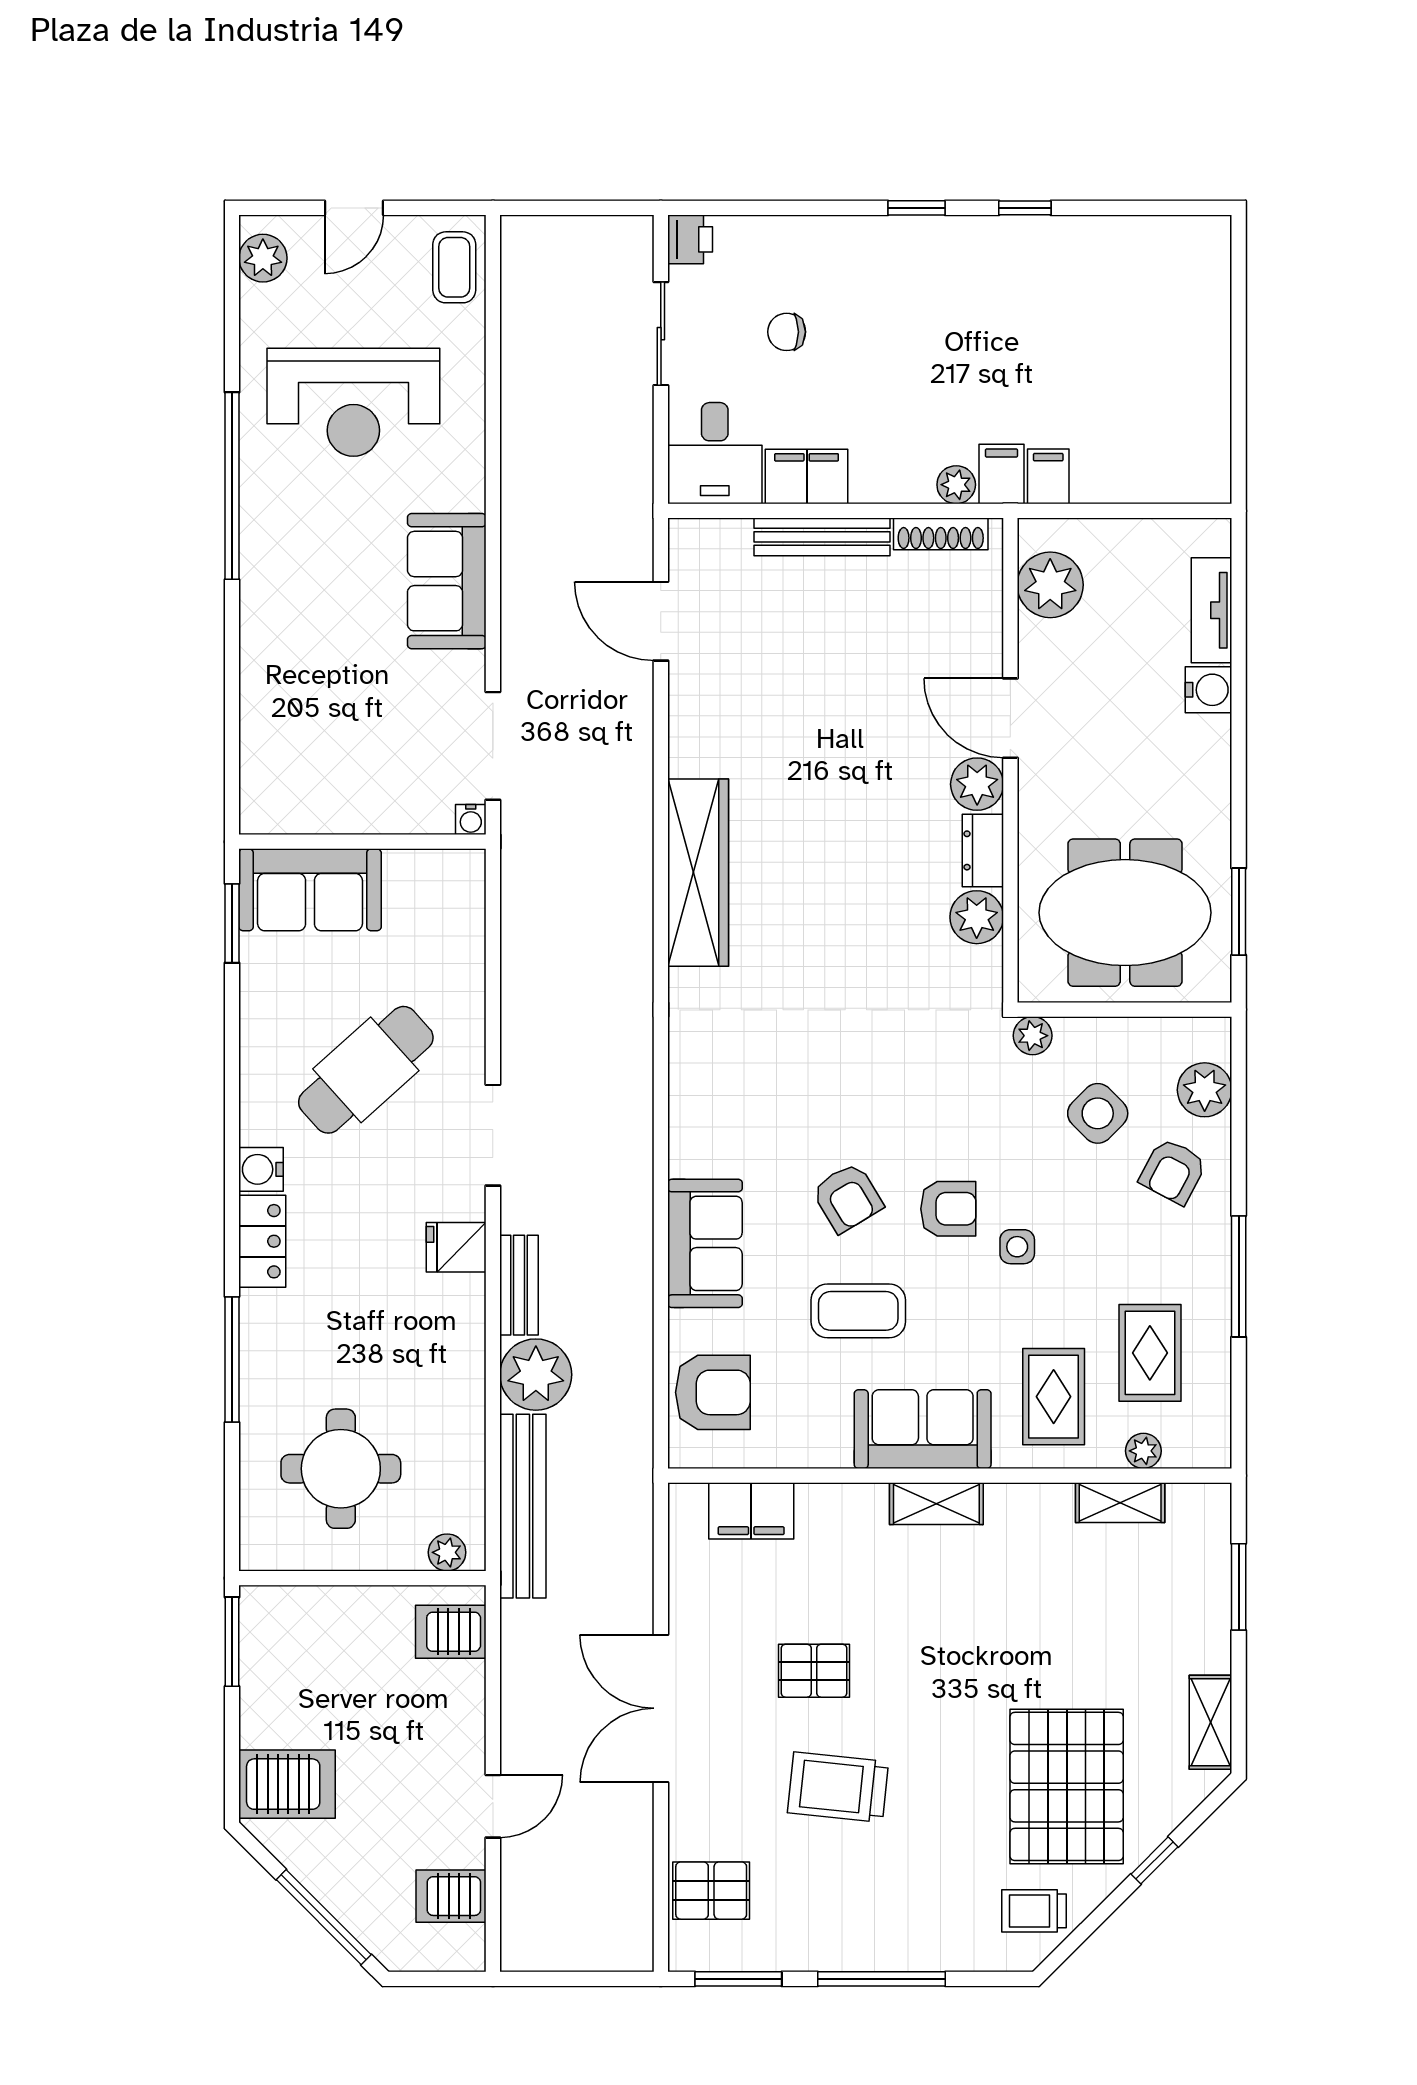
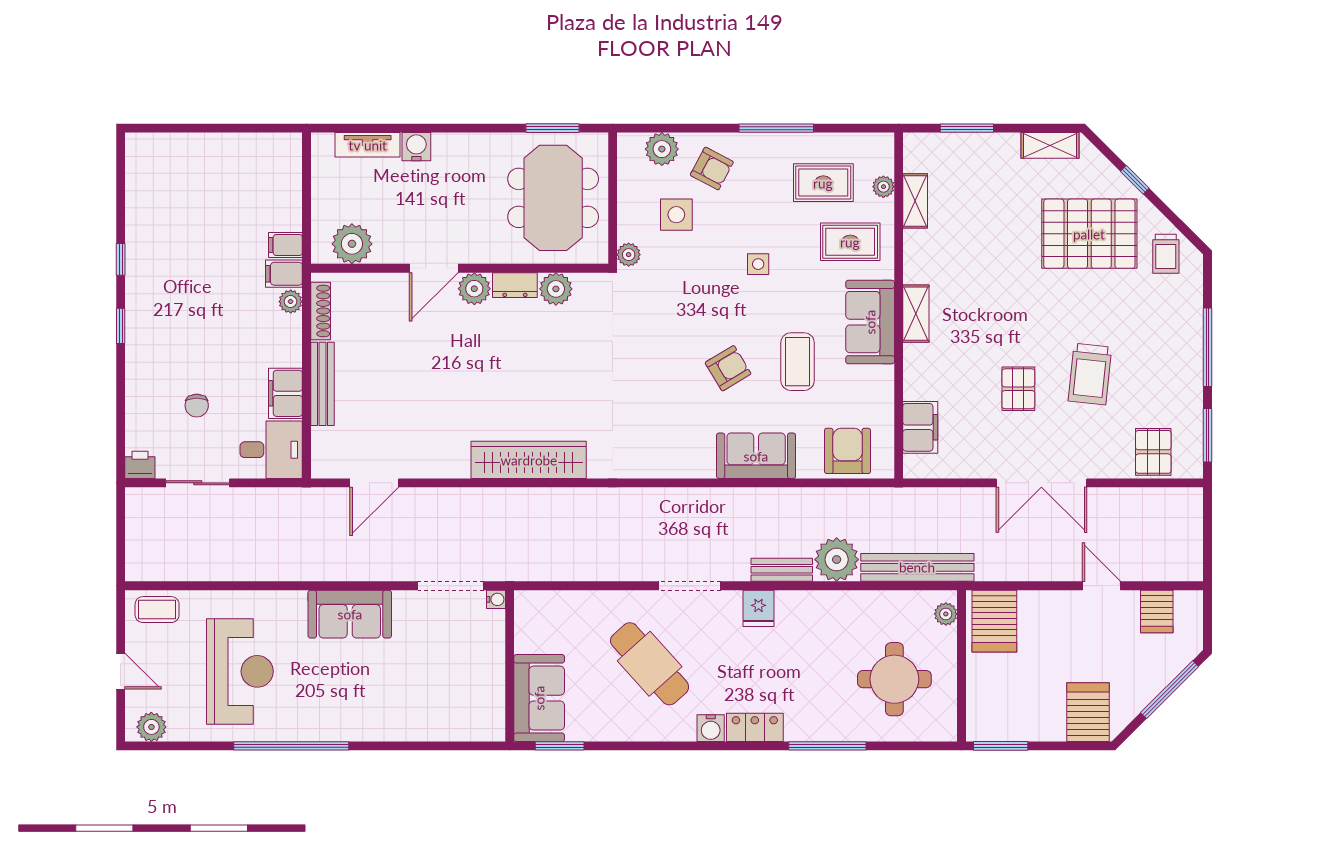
side table: (1098, 1113) -> (676, 215), turned 45
armchair: (948, 1209) -> (735, 306), removed
server rack: (451, 1632) -> (994, 621), width x1.36, depth x1.44

